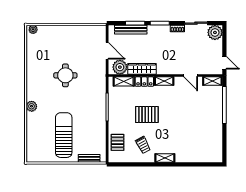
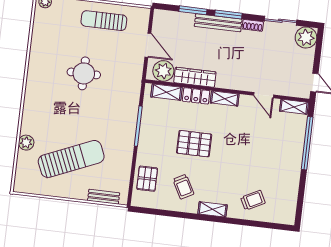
bench: (131, 30) -> (218, 23), moved
sun lounger: (75, 37) -> (104, 21), added
plant: (32, 106) -> (26, 143), moved
sun lounger: (64, 135) -> (71, 159), turned 67
trolley: (192, 149) -> (253, 200), added

